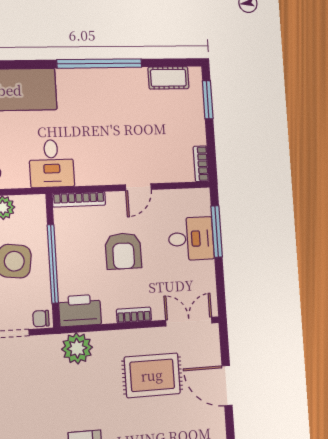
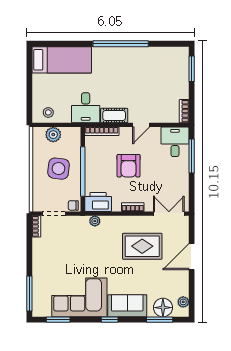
cot: (168, 78) -> (114, 116), moved
desk: (191, 239) -> (175, 142), moved, turned -90
plant: (77, 348) -> (95, 221), width x0.53, depth x0.53
door: (227, 386) -> (192, 257), hinge flipped

